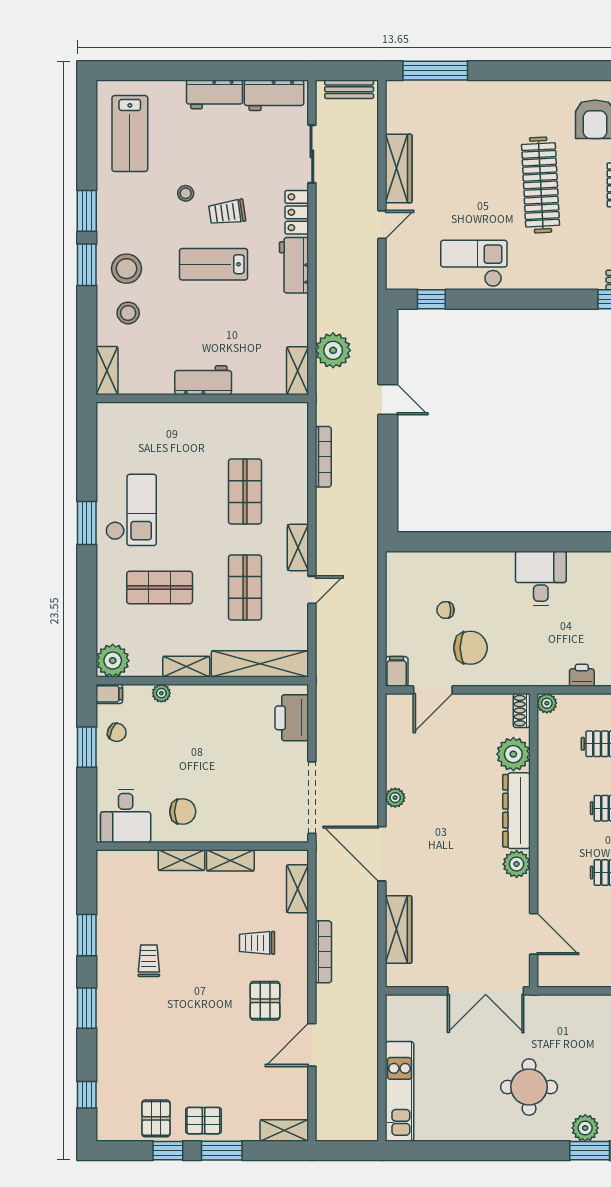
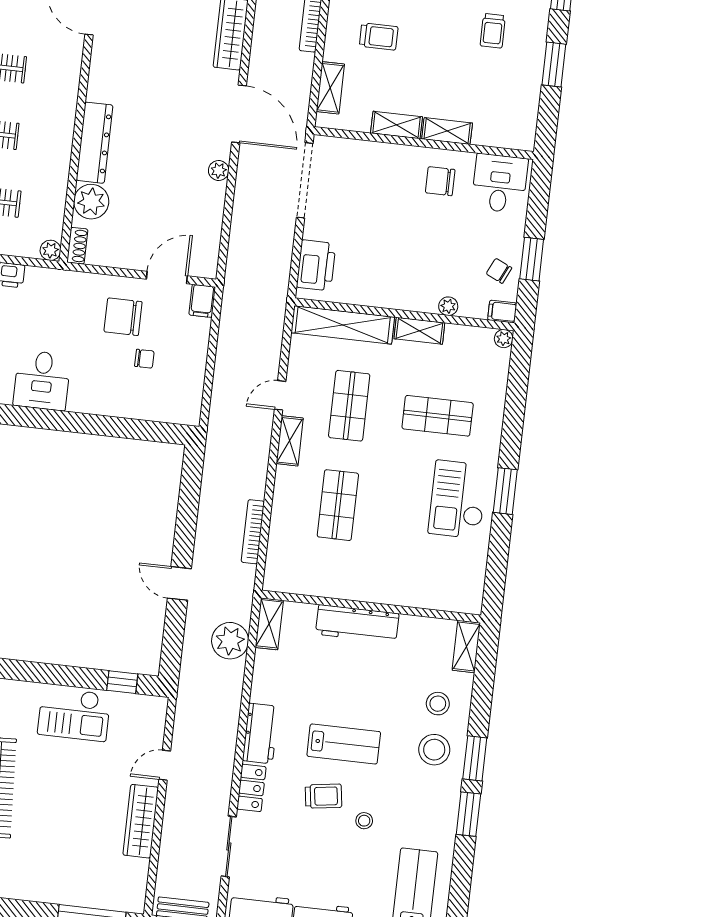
workbench: (203, 380) -> (357, 624), width x1.38
plant: (113, 661) -> (504, 339), width x0.53, depth x0.53
plant: (517, 864) -> (101, 87), removed

